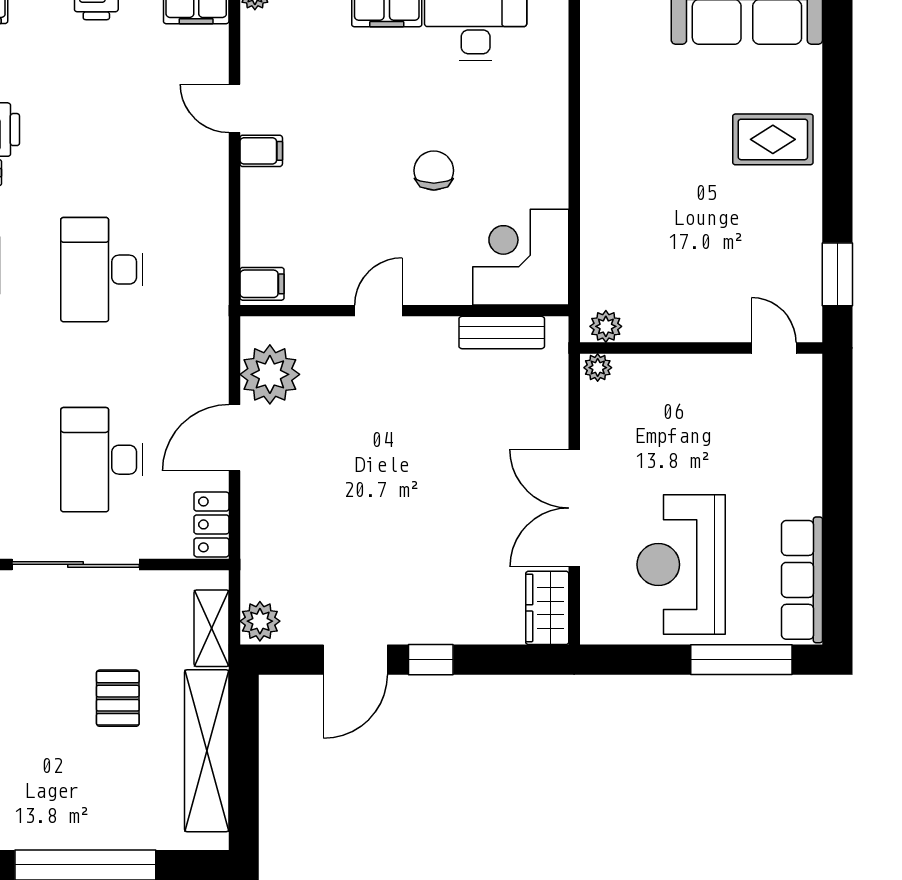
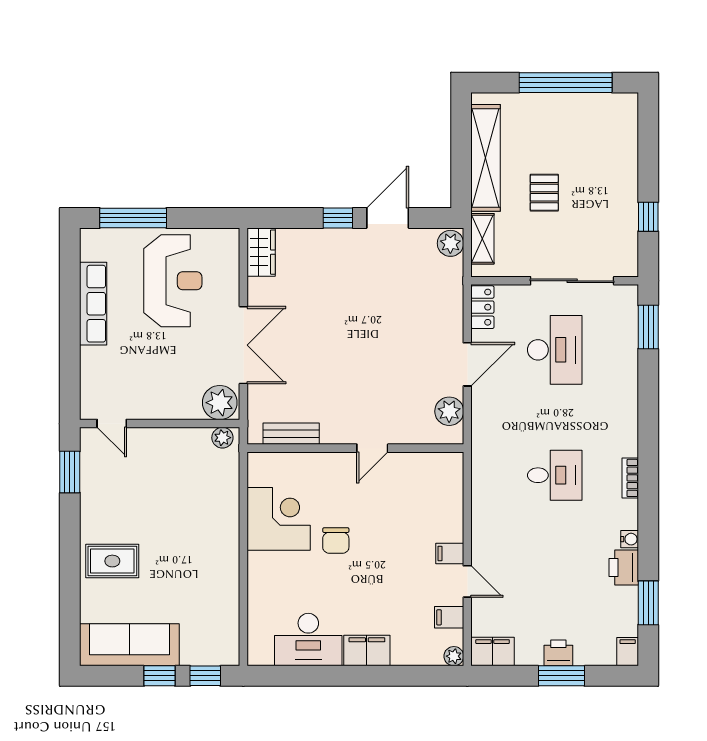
corner desk: (521, 257) -> (279, 519), moved, turned -90
desk: (102, 270) -> (555, 475), width x0.73
filing cabinet: (262, 284) -> (449, 617), moved
plant: (598, 368) -> (220, 403), width x1.88, depth x1.88
plant: (270, 374) -> (449, 411), width x0.73, depth x0.73
double door: (574, 508) -> (243, 345), moved
row of seats: (802, 580) -> (93, 304), moved

